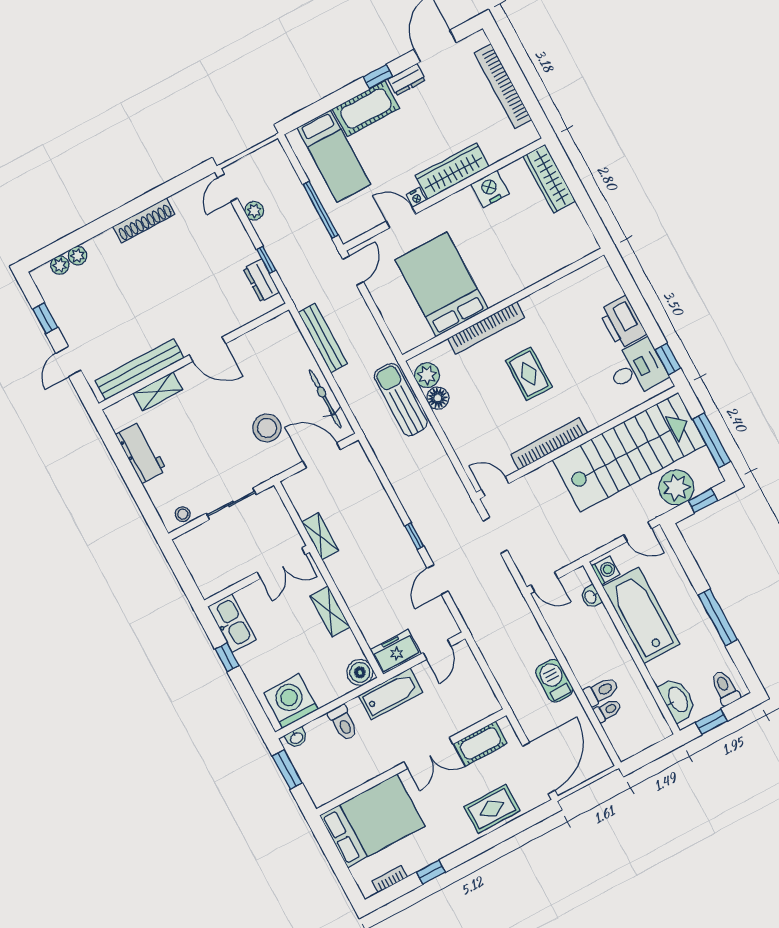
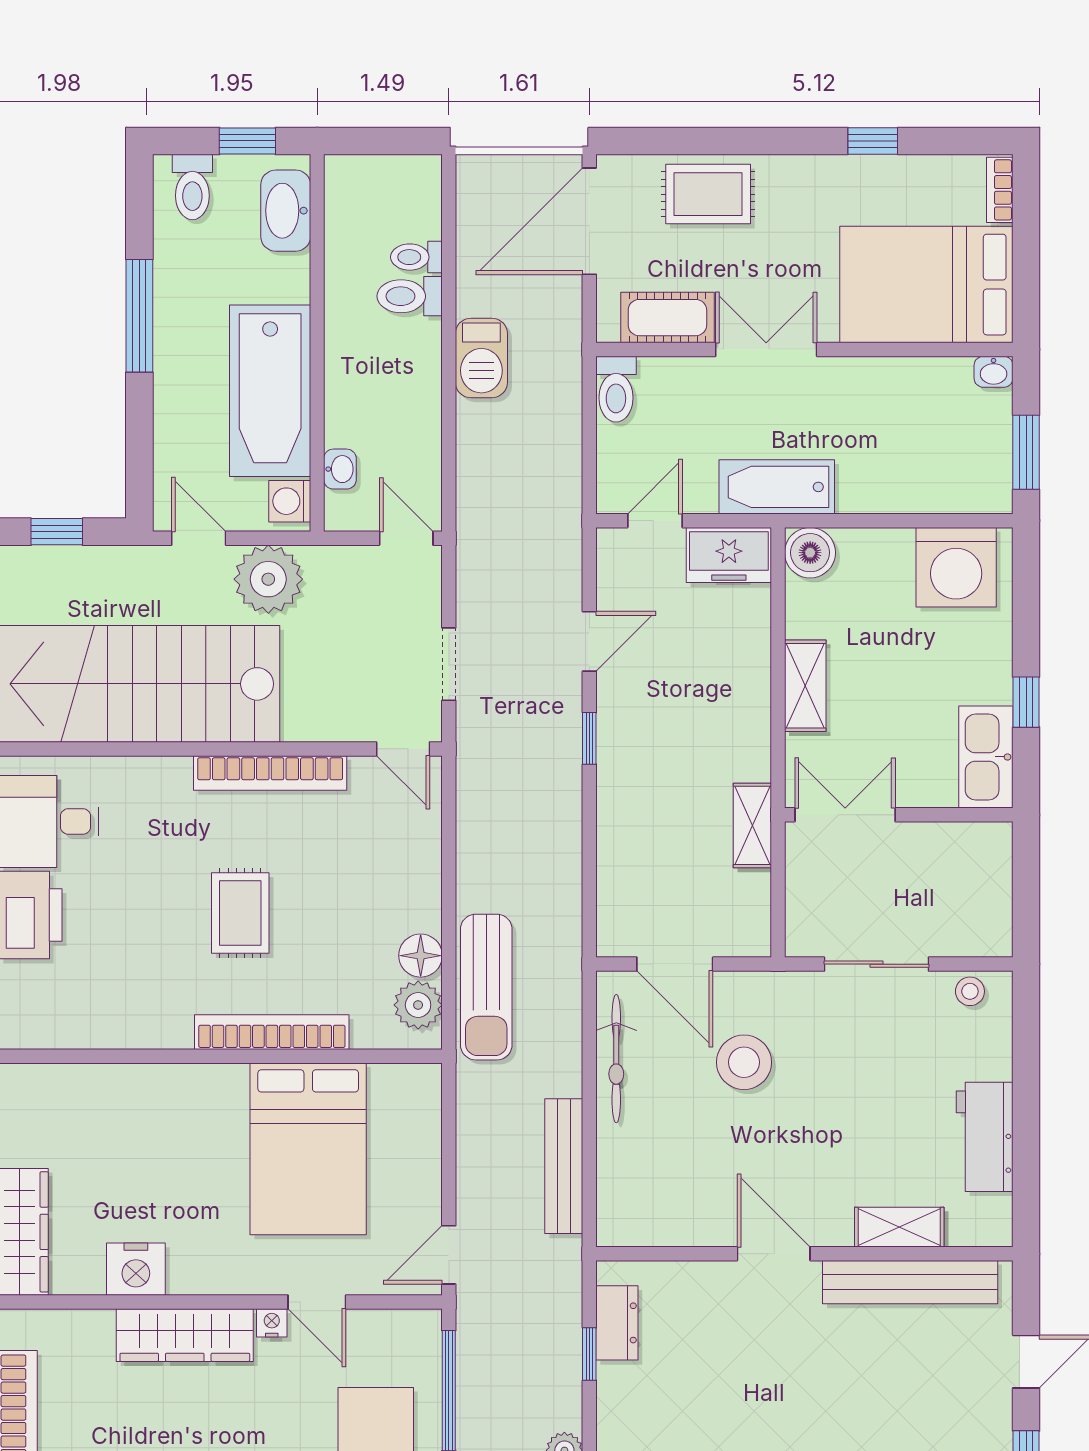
plant: (676, 487) -> (268, 579), moved
toilet: (343, 723) -> (616, 389), moved, turned 180
washbasin: (296, 738) -> (994, 372), moved, turned 180
bookcase: (390, 879) -> (1000, 190), moved, turned 90

